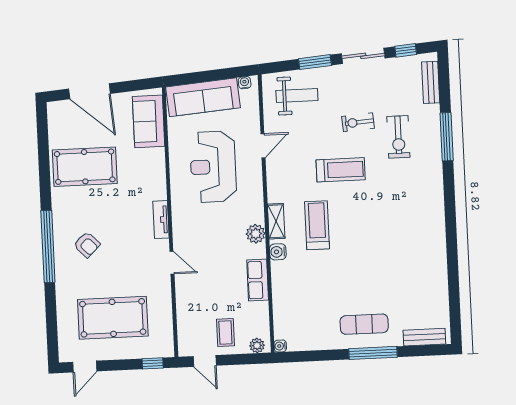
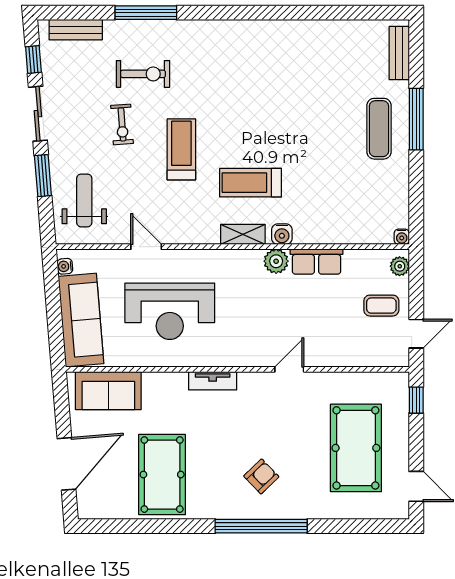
tv unit: (161, 220) -> (213, 381), moved
plant: (256, 234) -> (276, 261), moved

